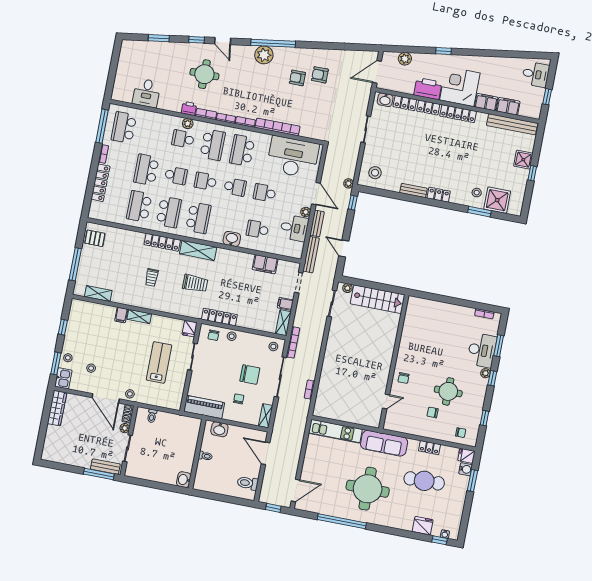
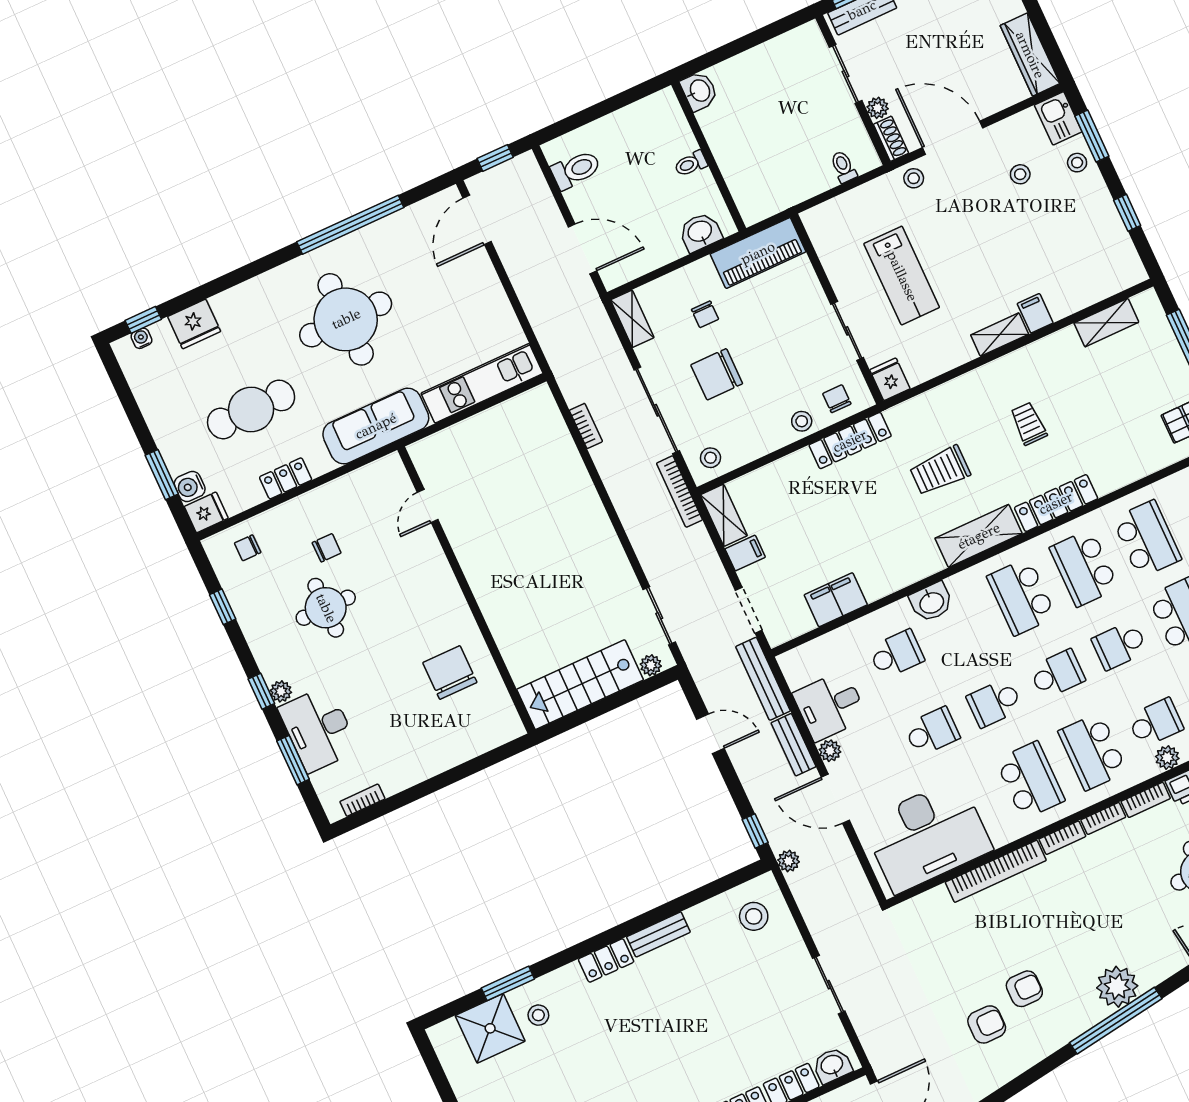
chair: (404, 378) -> (450, 673), moved, width x1.87, depth x1.87

